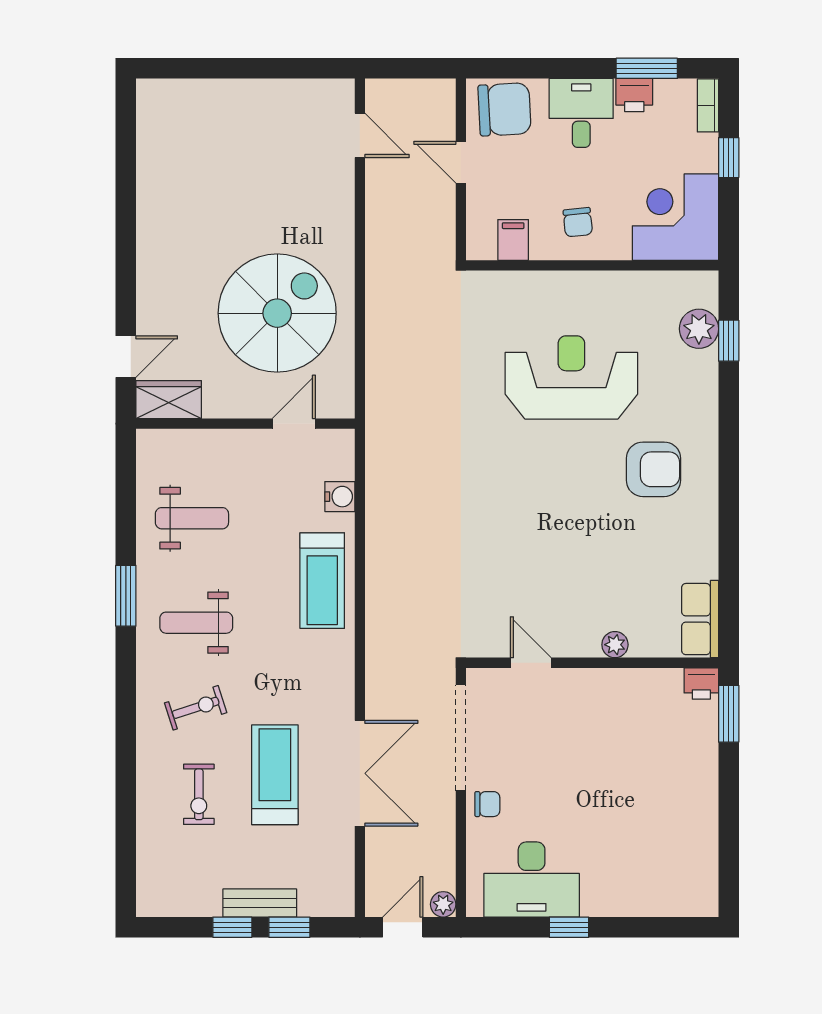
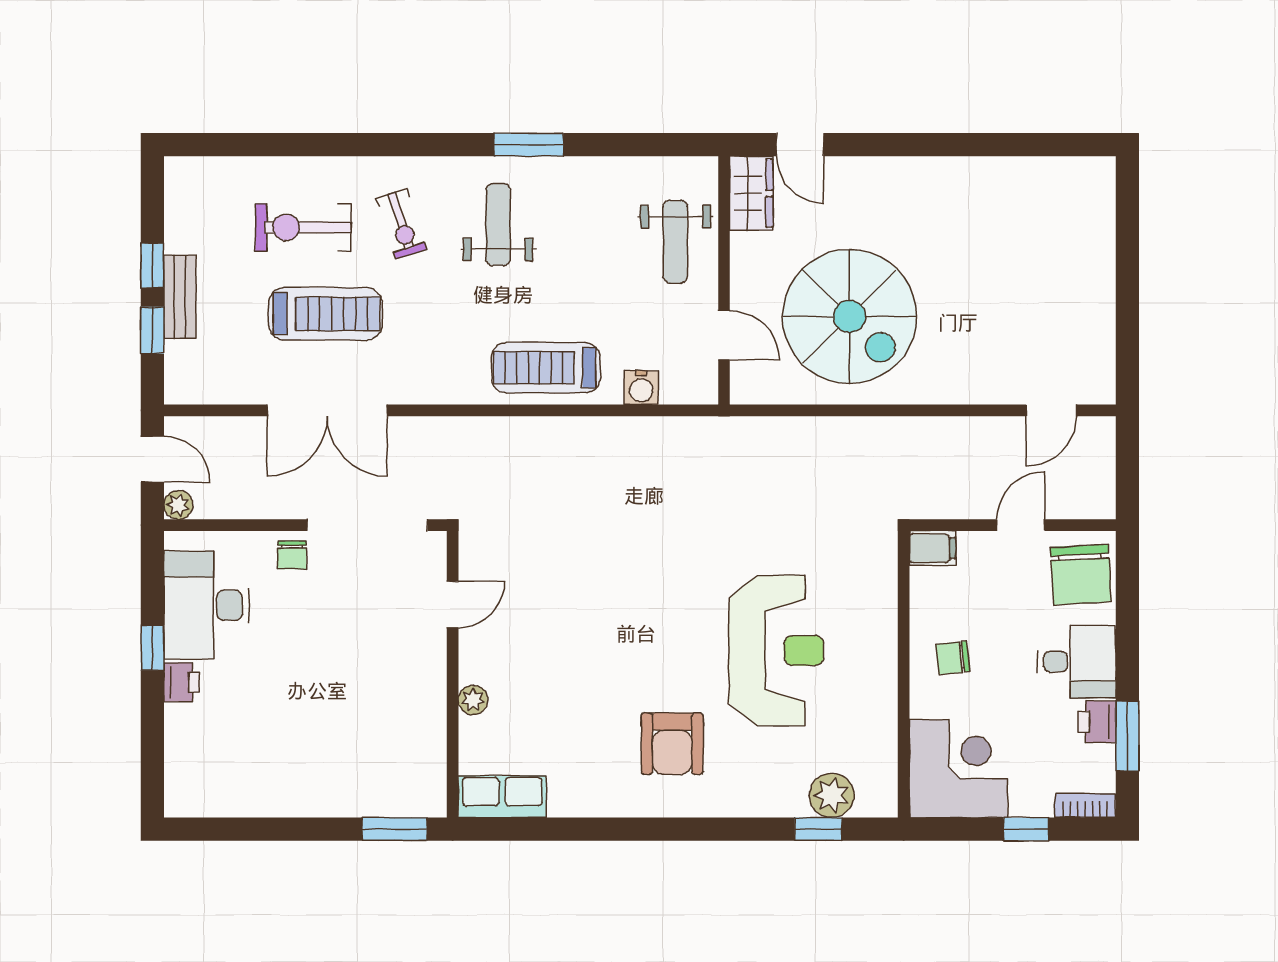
filing cabinet: (513, 240) -> (933, 548), moved
weight bench: (192, 518) -> (675, 242), moved
printer: (701, 683) -> (182, 682), moved, turned 180
exercise bike: (199, 794) -> (303, 227), width x1.38, depth x1.39

